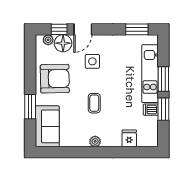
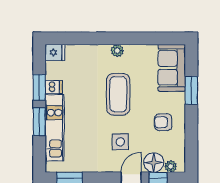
armchair: (55, 79) -> (163, 122), width x0.53, depth x0.53
coffee table: (94, 103) -> (118, 94), width x1.86, depth x1.72
fridge: (129, 138) -> (55, 52), moved, turned -90

